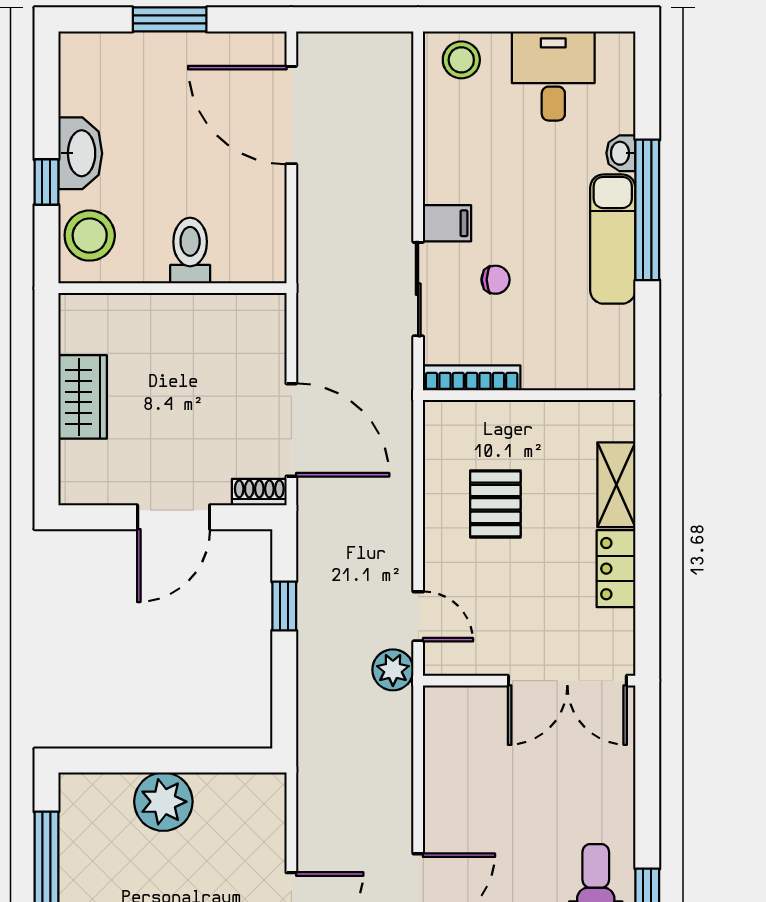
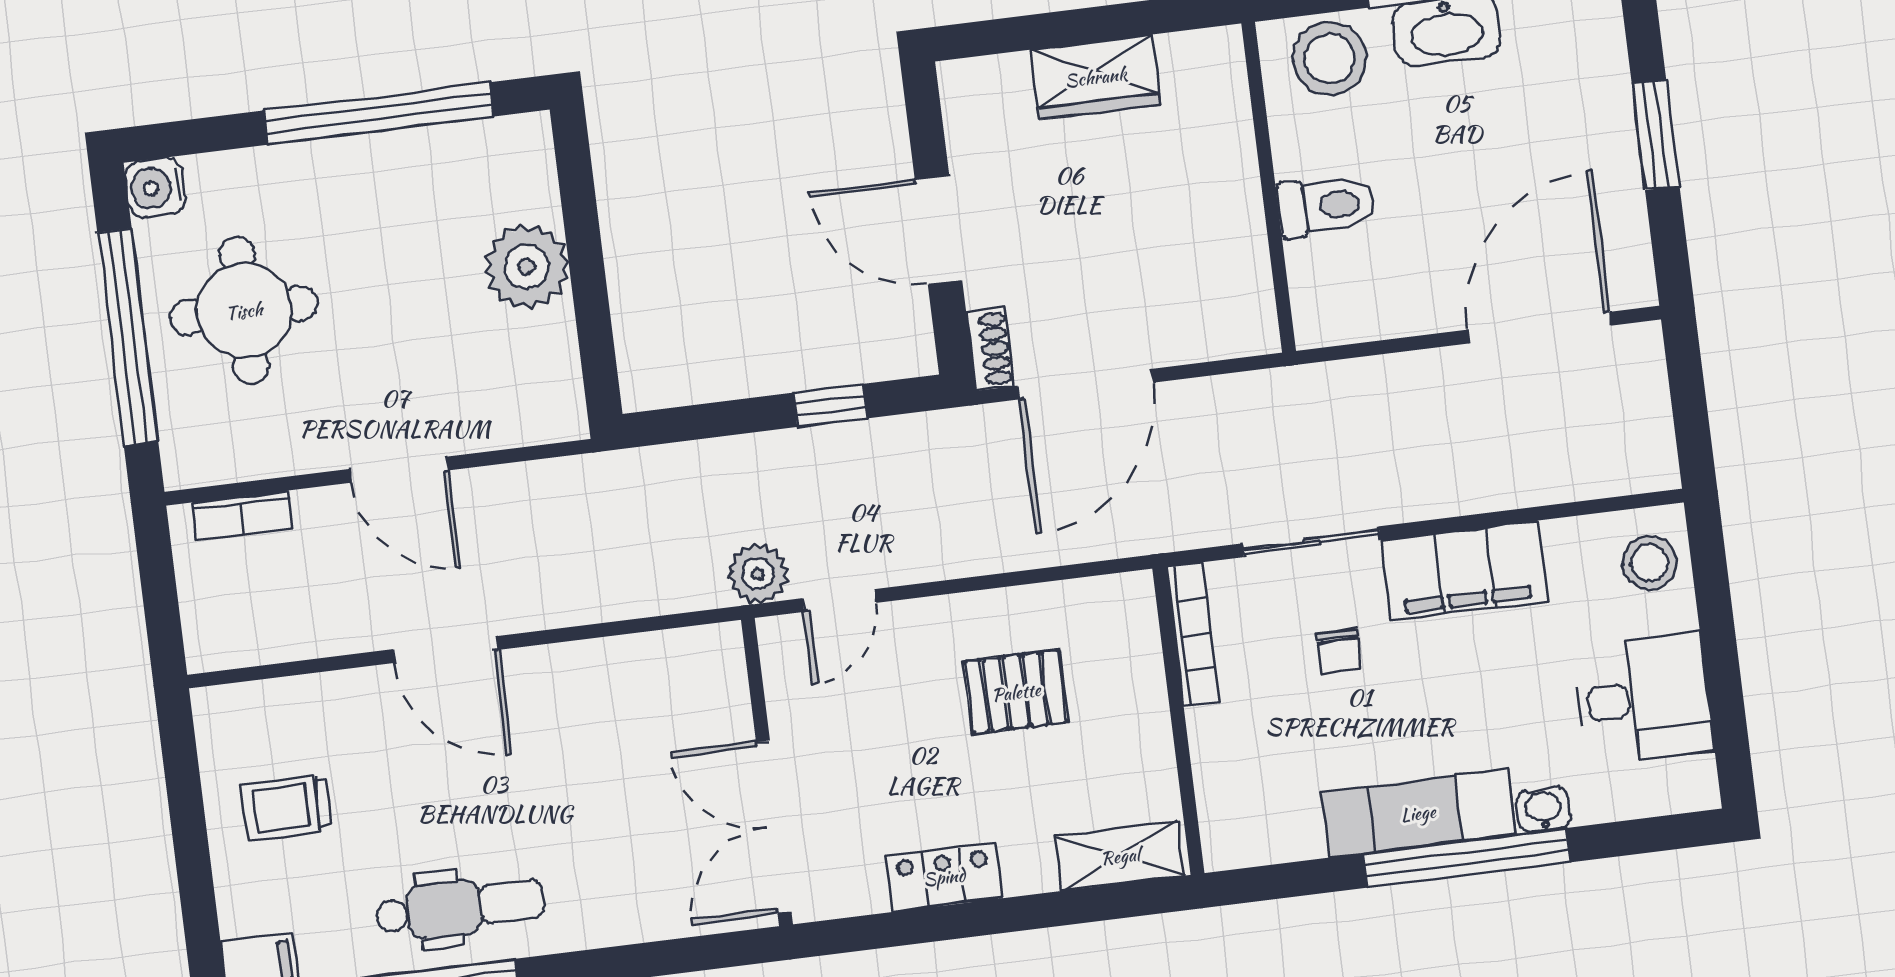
filing cabinet: (447, 223) -> (1464, 571), width x3.00, depth x1.17
shelving: (616, 485) -> (1120, 856), moved

